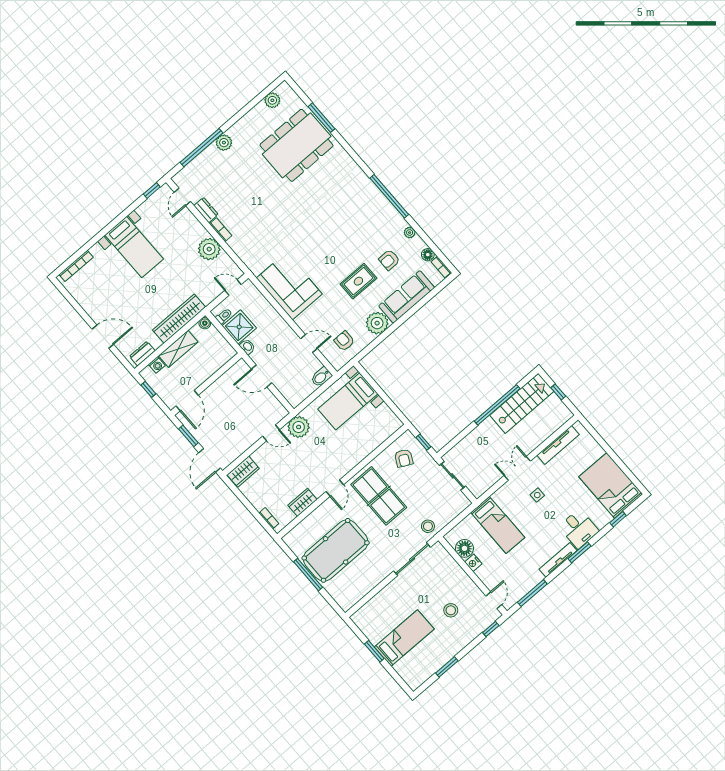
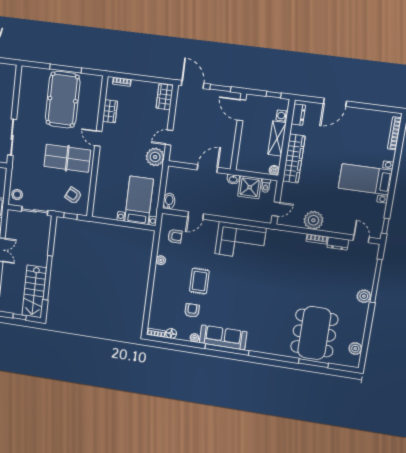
sofa: (407, 297) -> (223, 337), moved, turned -90
plant: (377, 323) -> (161, 260), width x0.53, depth x0.53
stool: (428, 526) -> (17, 195), moved

